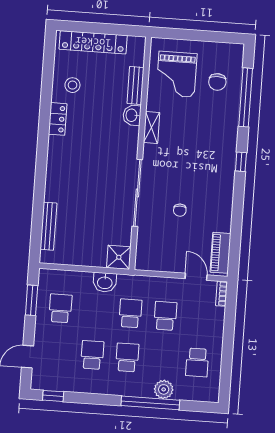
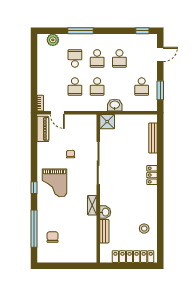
grand piano: (177, 74) -> (55, 183), moved, turned 180
locker: (58, 119) -> (152, 175), moved
school desk: (197, 362) -> (75, 58), moved
plant: (164, 389) -> (53, 40), moved
window: (150, 403) -> (80, 31), width x0.68

